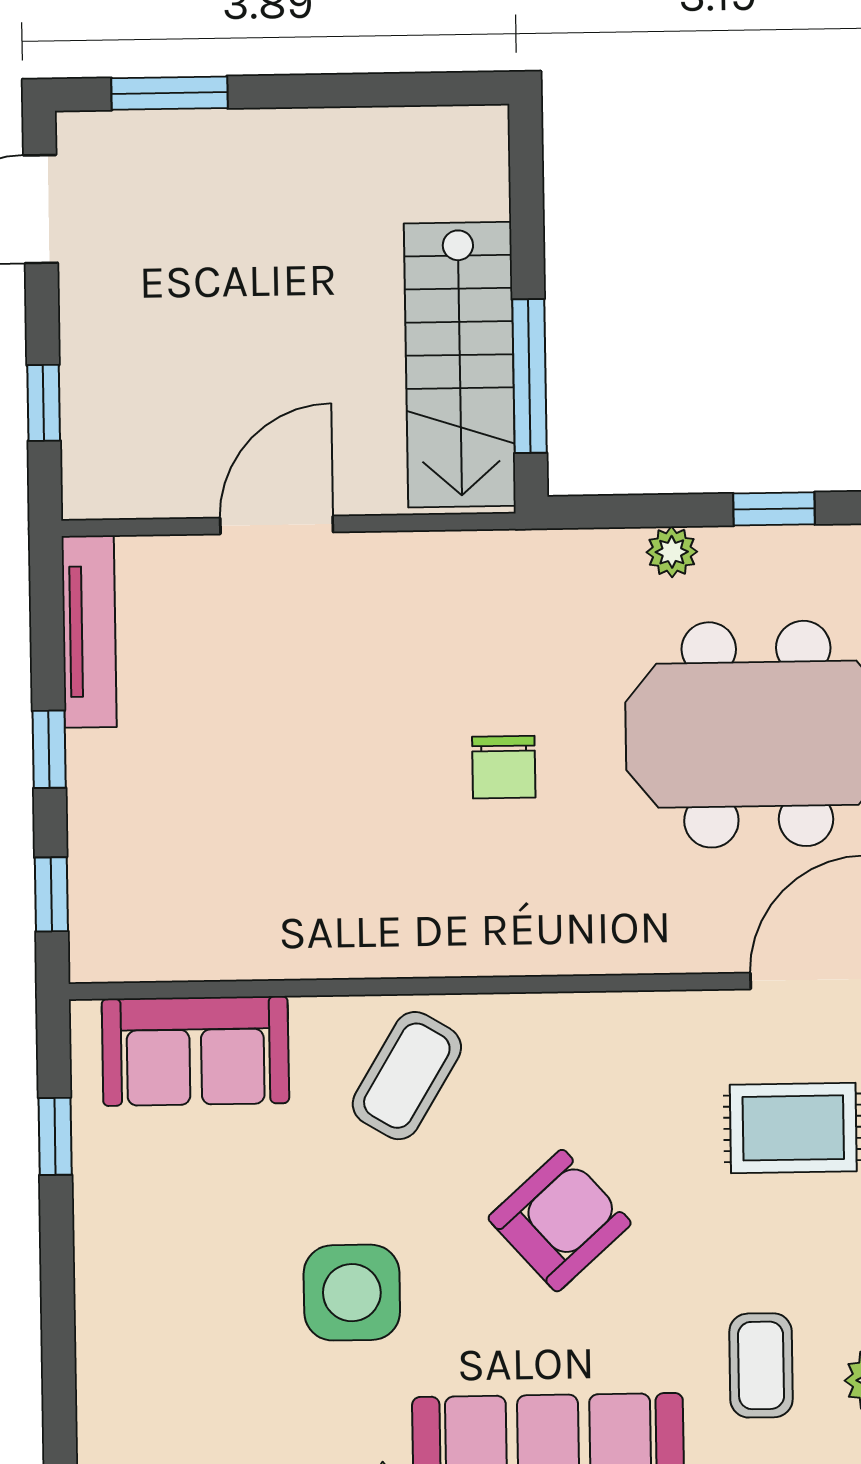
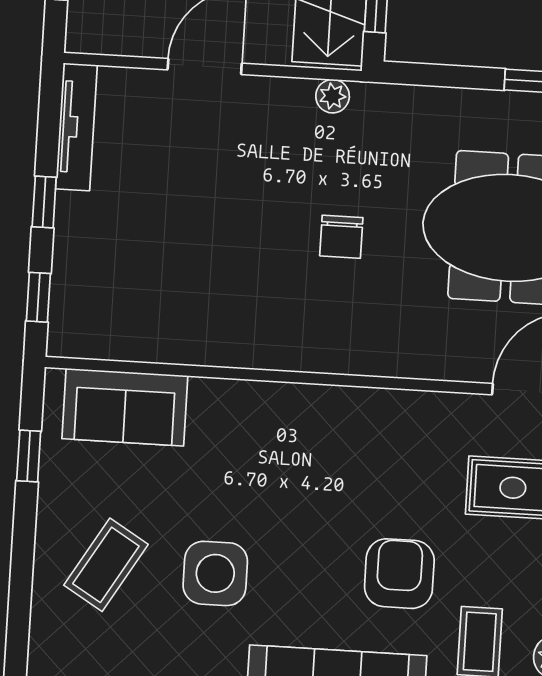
plant: (672, 552) -> (333, 96), moved
coffee table: (407, 1076) -> (106, 565), moved
armchair: (560, 1221) -> (399, 574), moved, turned -48

